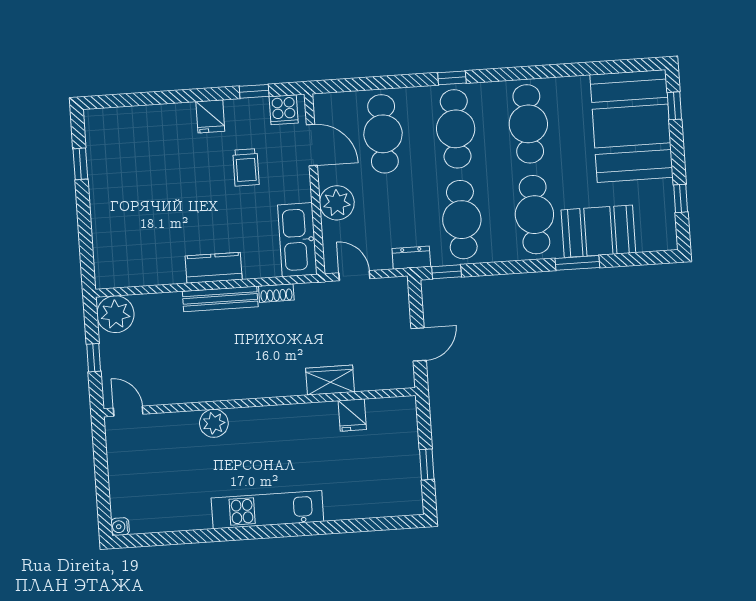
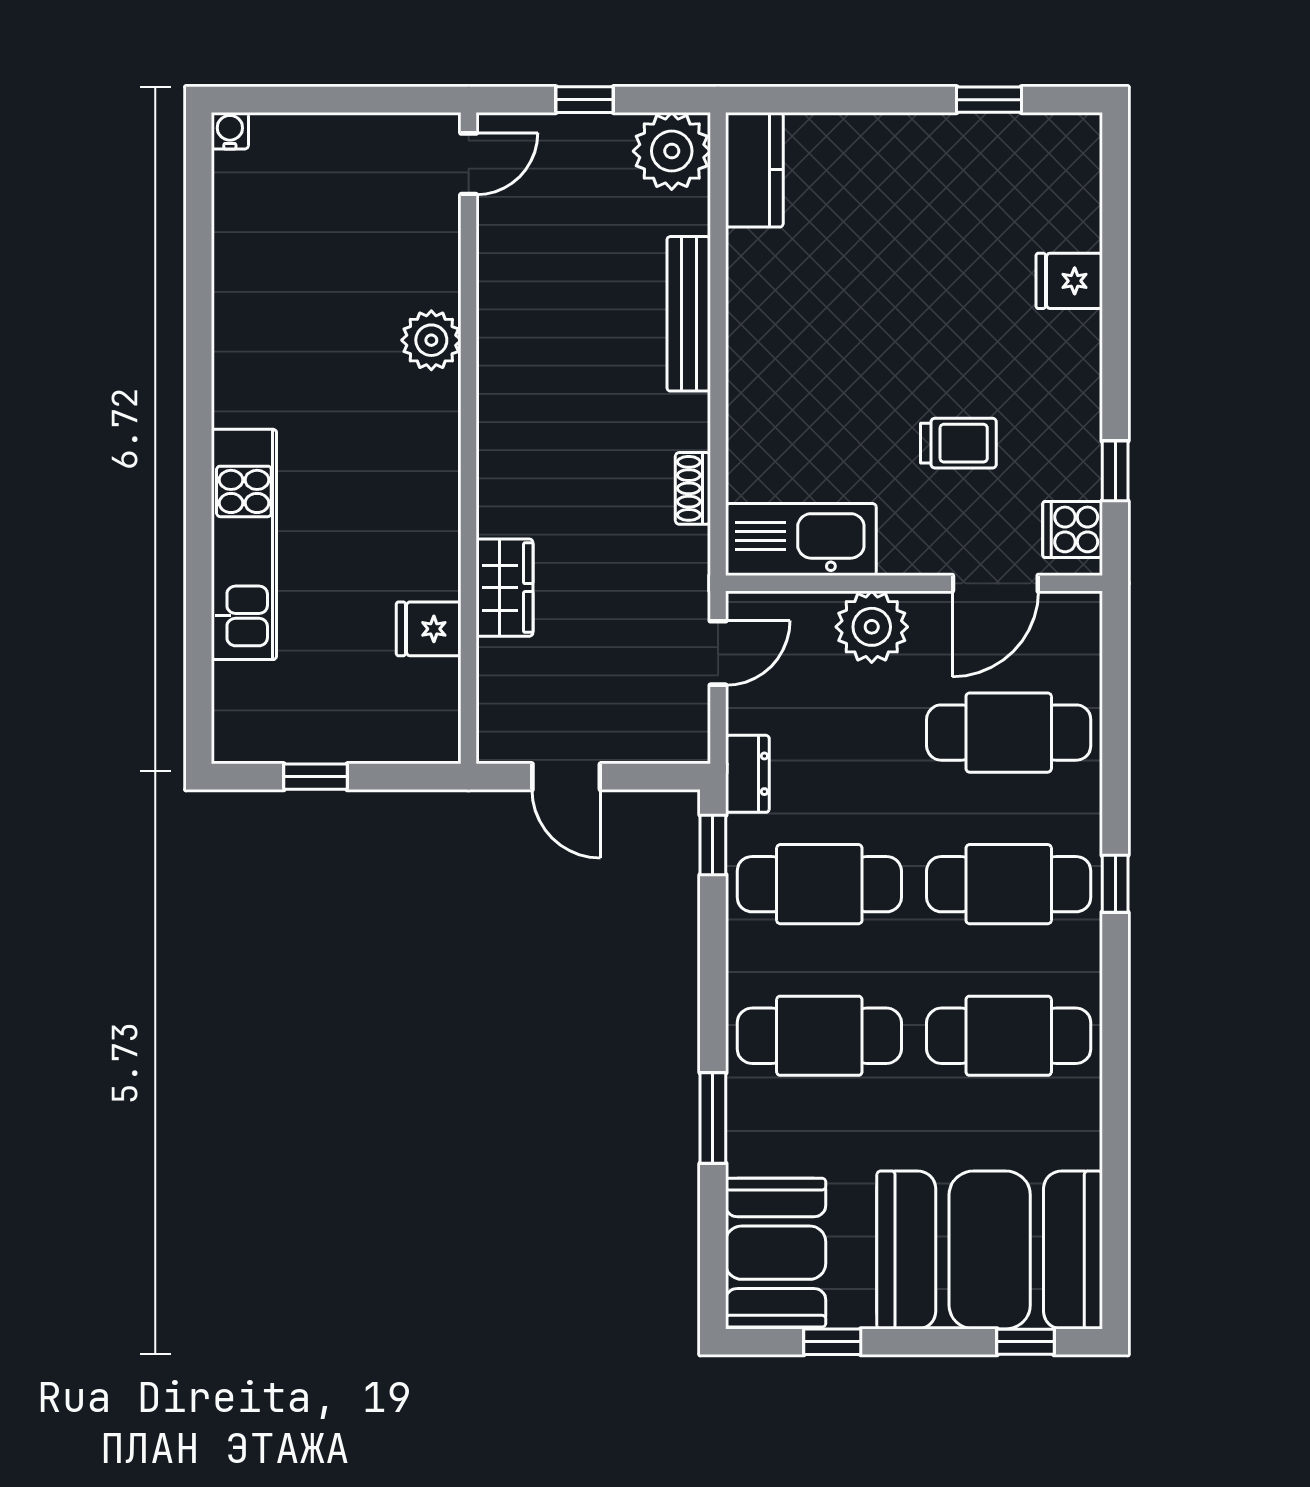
fridge: (210, 116) -> (1069, 281), moved
trolley: (246, 167) -> (958, 443), turned 180
booth: (598, 231) -> (776, 1253), moved
kitchen counter: (214, 268) -> (754, 170), moved
bench: (220, 299) -> (689, 314), moved
kitchen unit: (267, 510) -> (244, 544), moved

